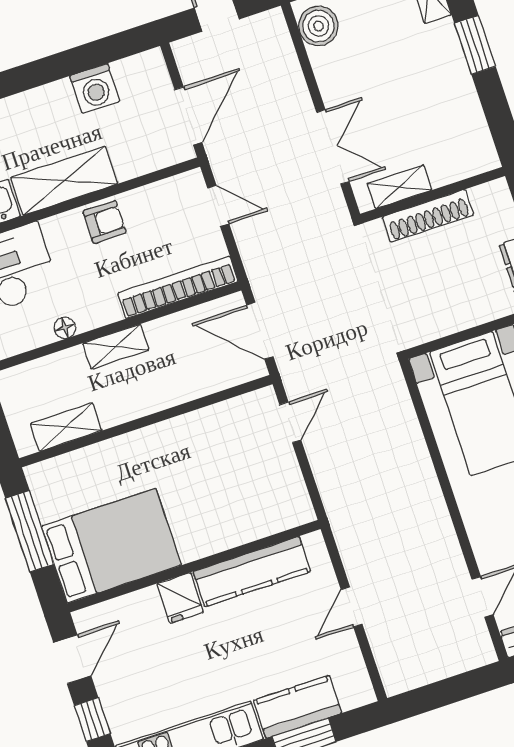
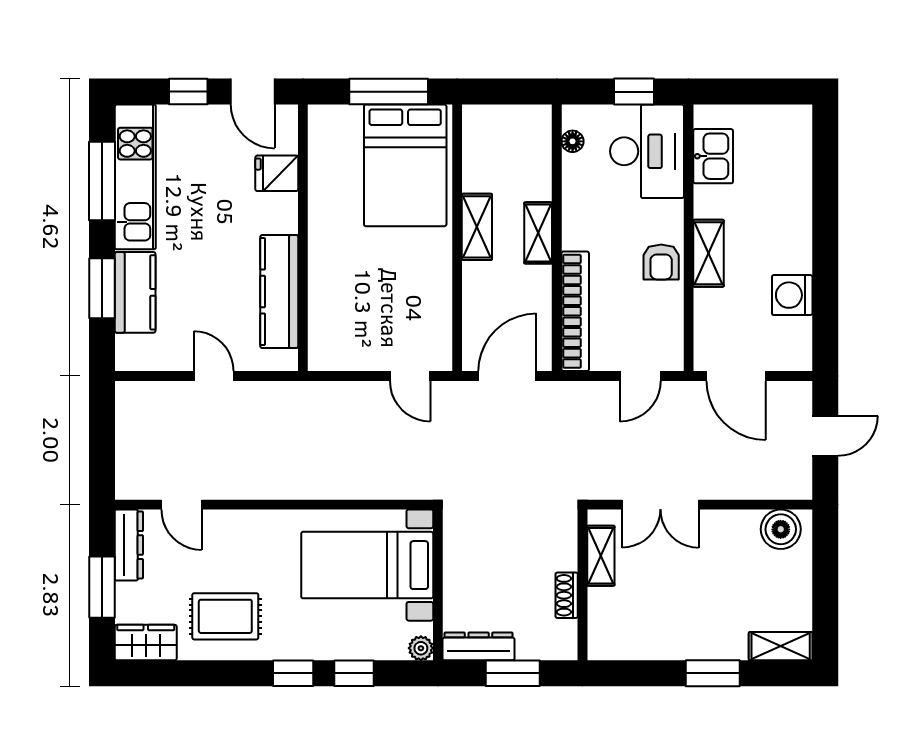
shelving: (64, 181) -> (709, 253), width x0.67, depth x0.75
shoe rack: (428, 216) -> (567, 595), width x0.51, depth x0.81
floor lamp: (65, 328) -> (573, 141), moved
shelving: (66, 427) -> (477, 227), moved
bed: (111, 546) -> (405, 165), moved
fridge: (180, 598) -> (277, 173), moved

